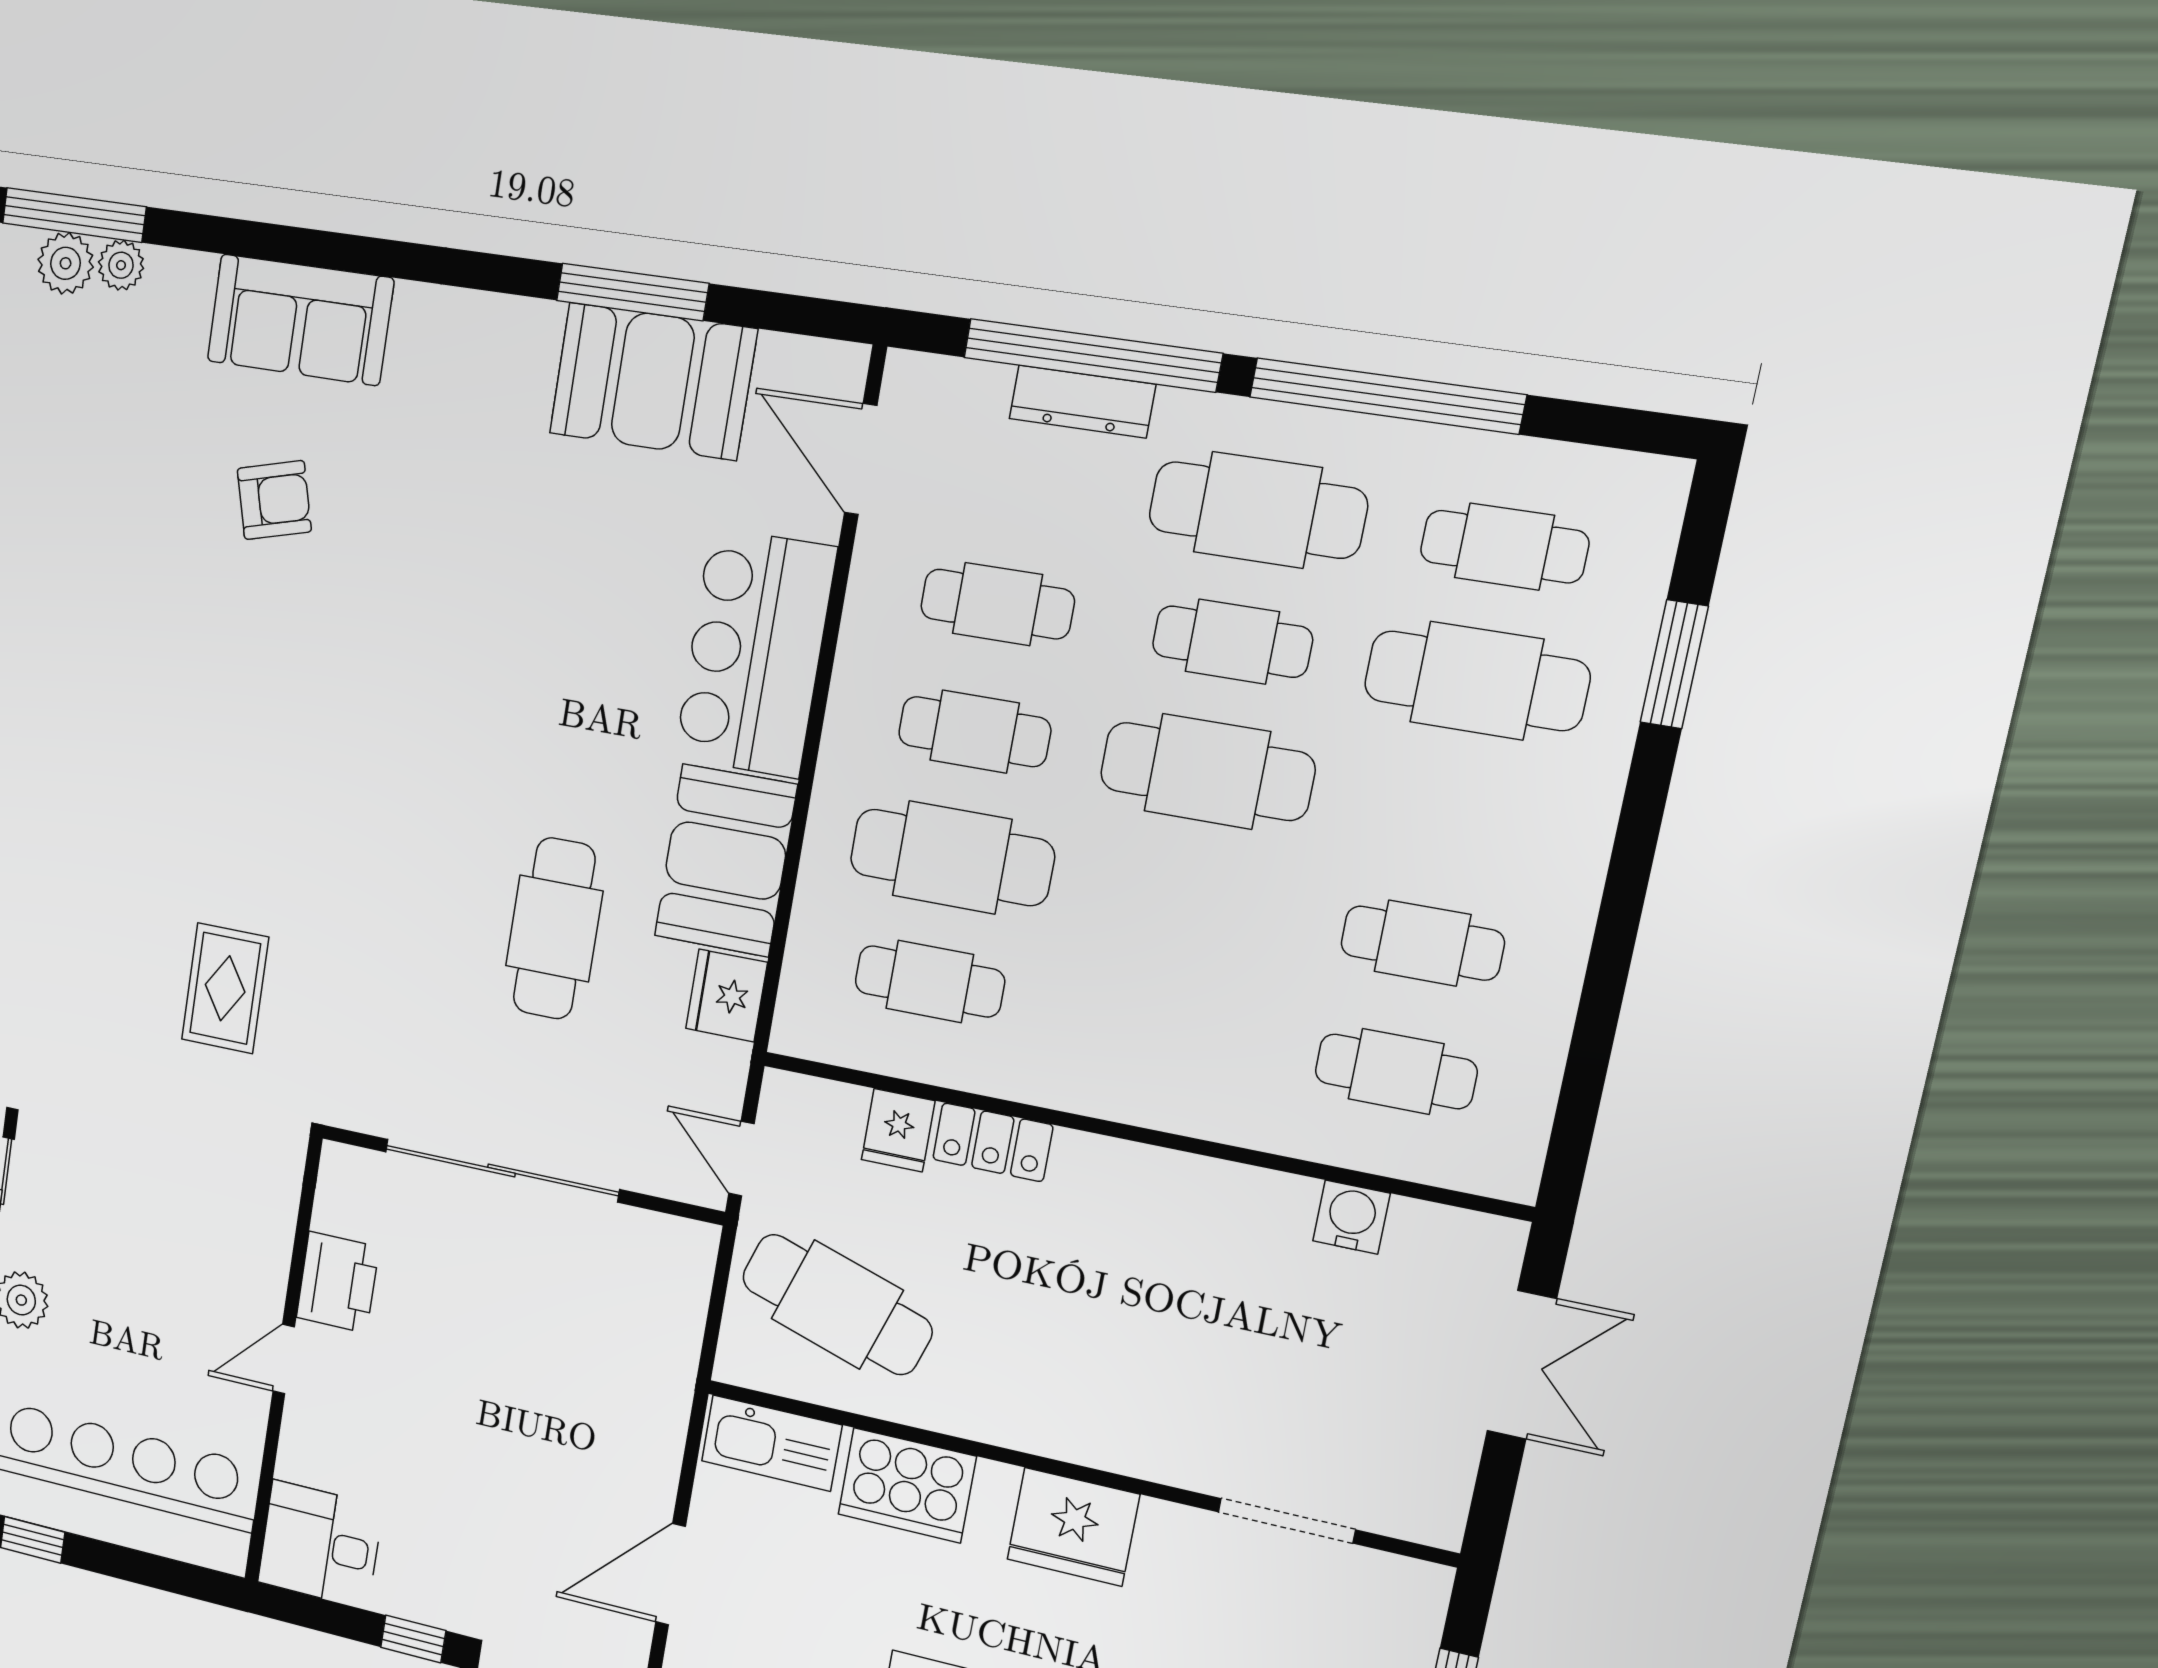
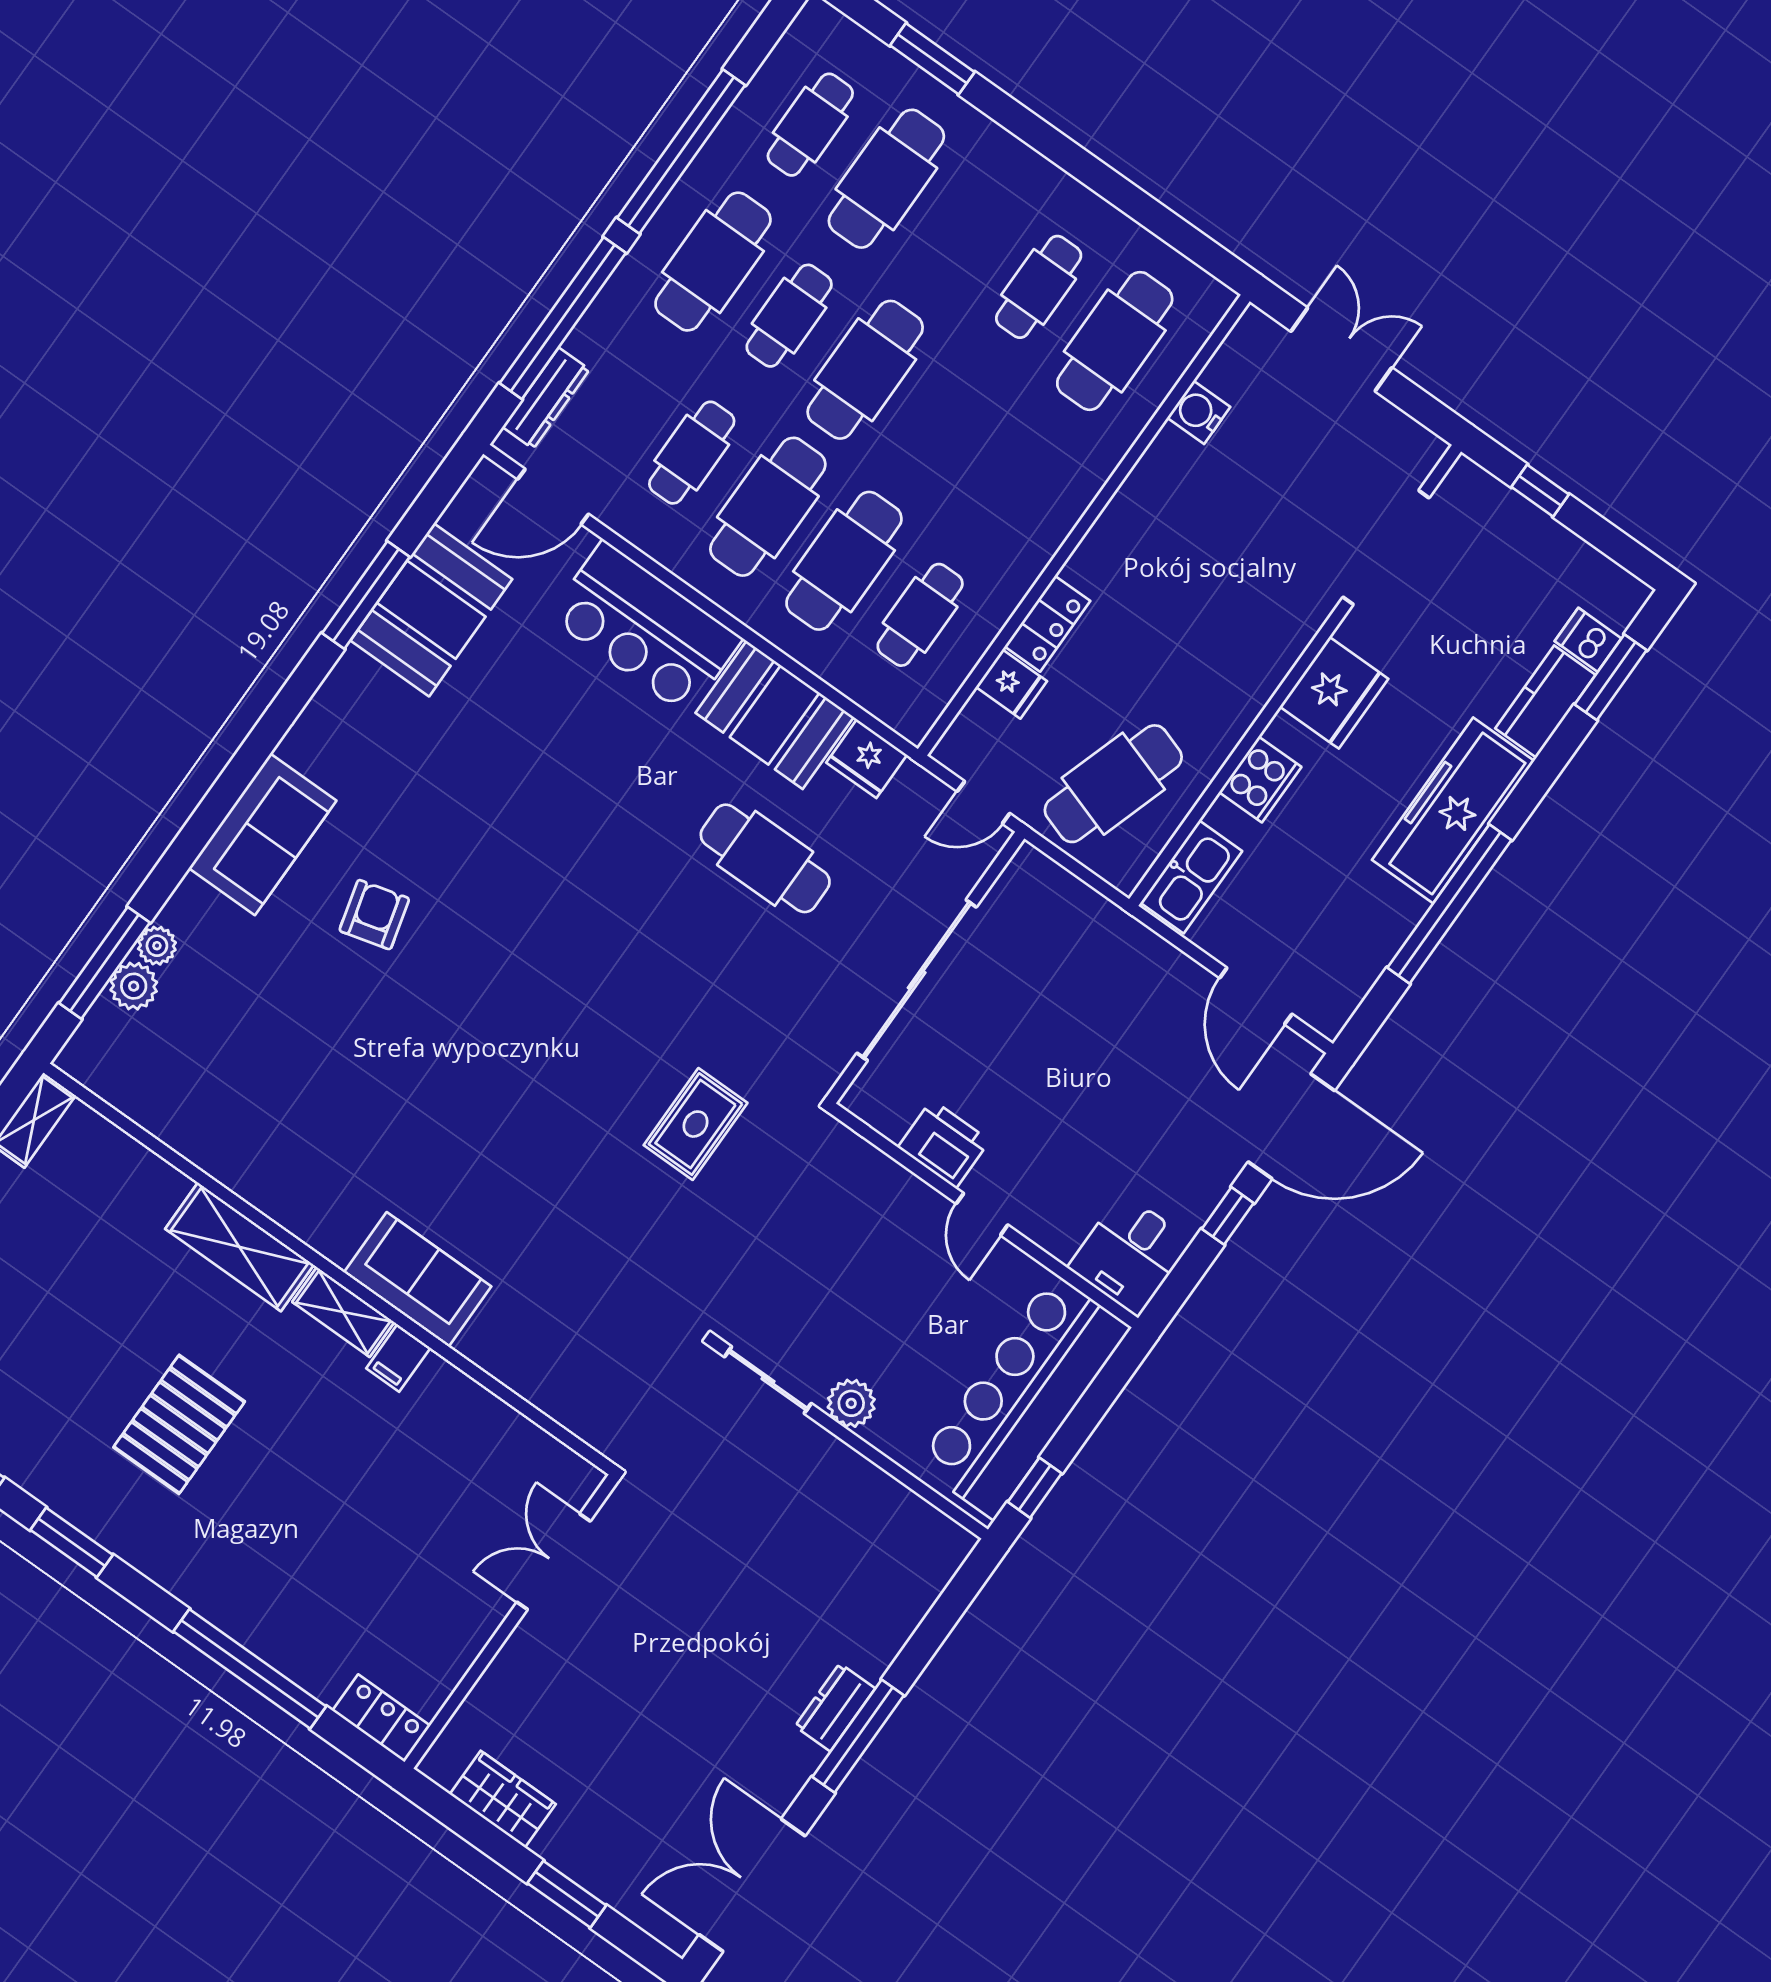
dresser: (1082, 401) -> (546, 398), moved
cafe table: (975, 732) -> (768, 507), width x1.37, depth x1.35
rug: (225, 988) -> (696, 1124), turned 90
cafe table: (1396, 1071) -> (1115, 341), width x1.37, depth x1.35
cooker: (907, 1485) -> (1260, 779), width x0.73, depth x0.76
doorway: (1287, 1521) -> (1386, 547), width x1.36

